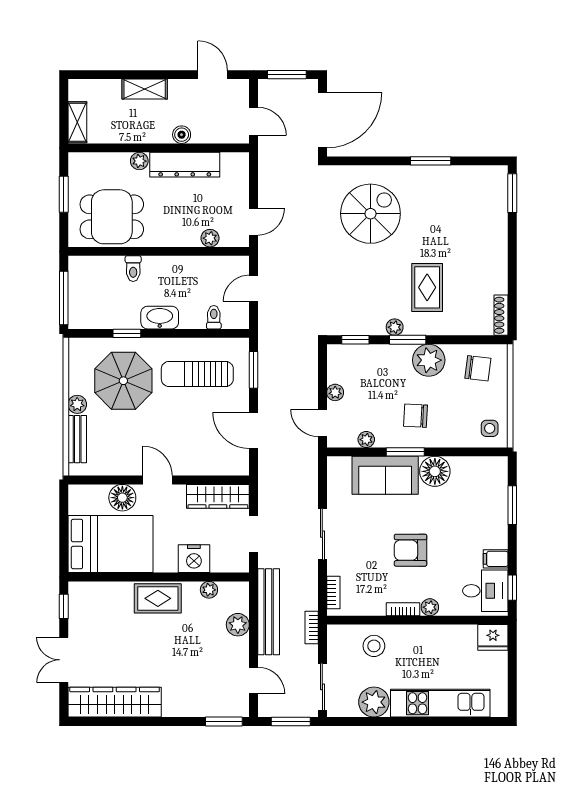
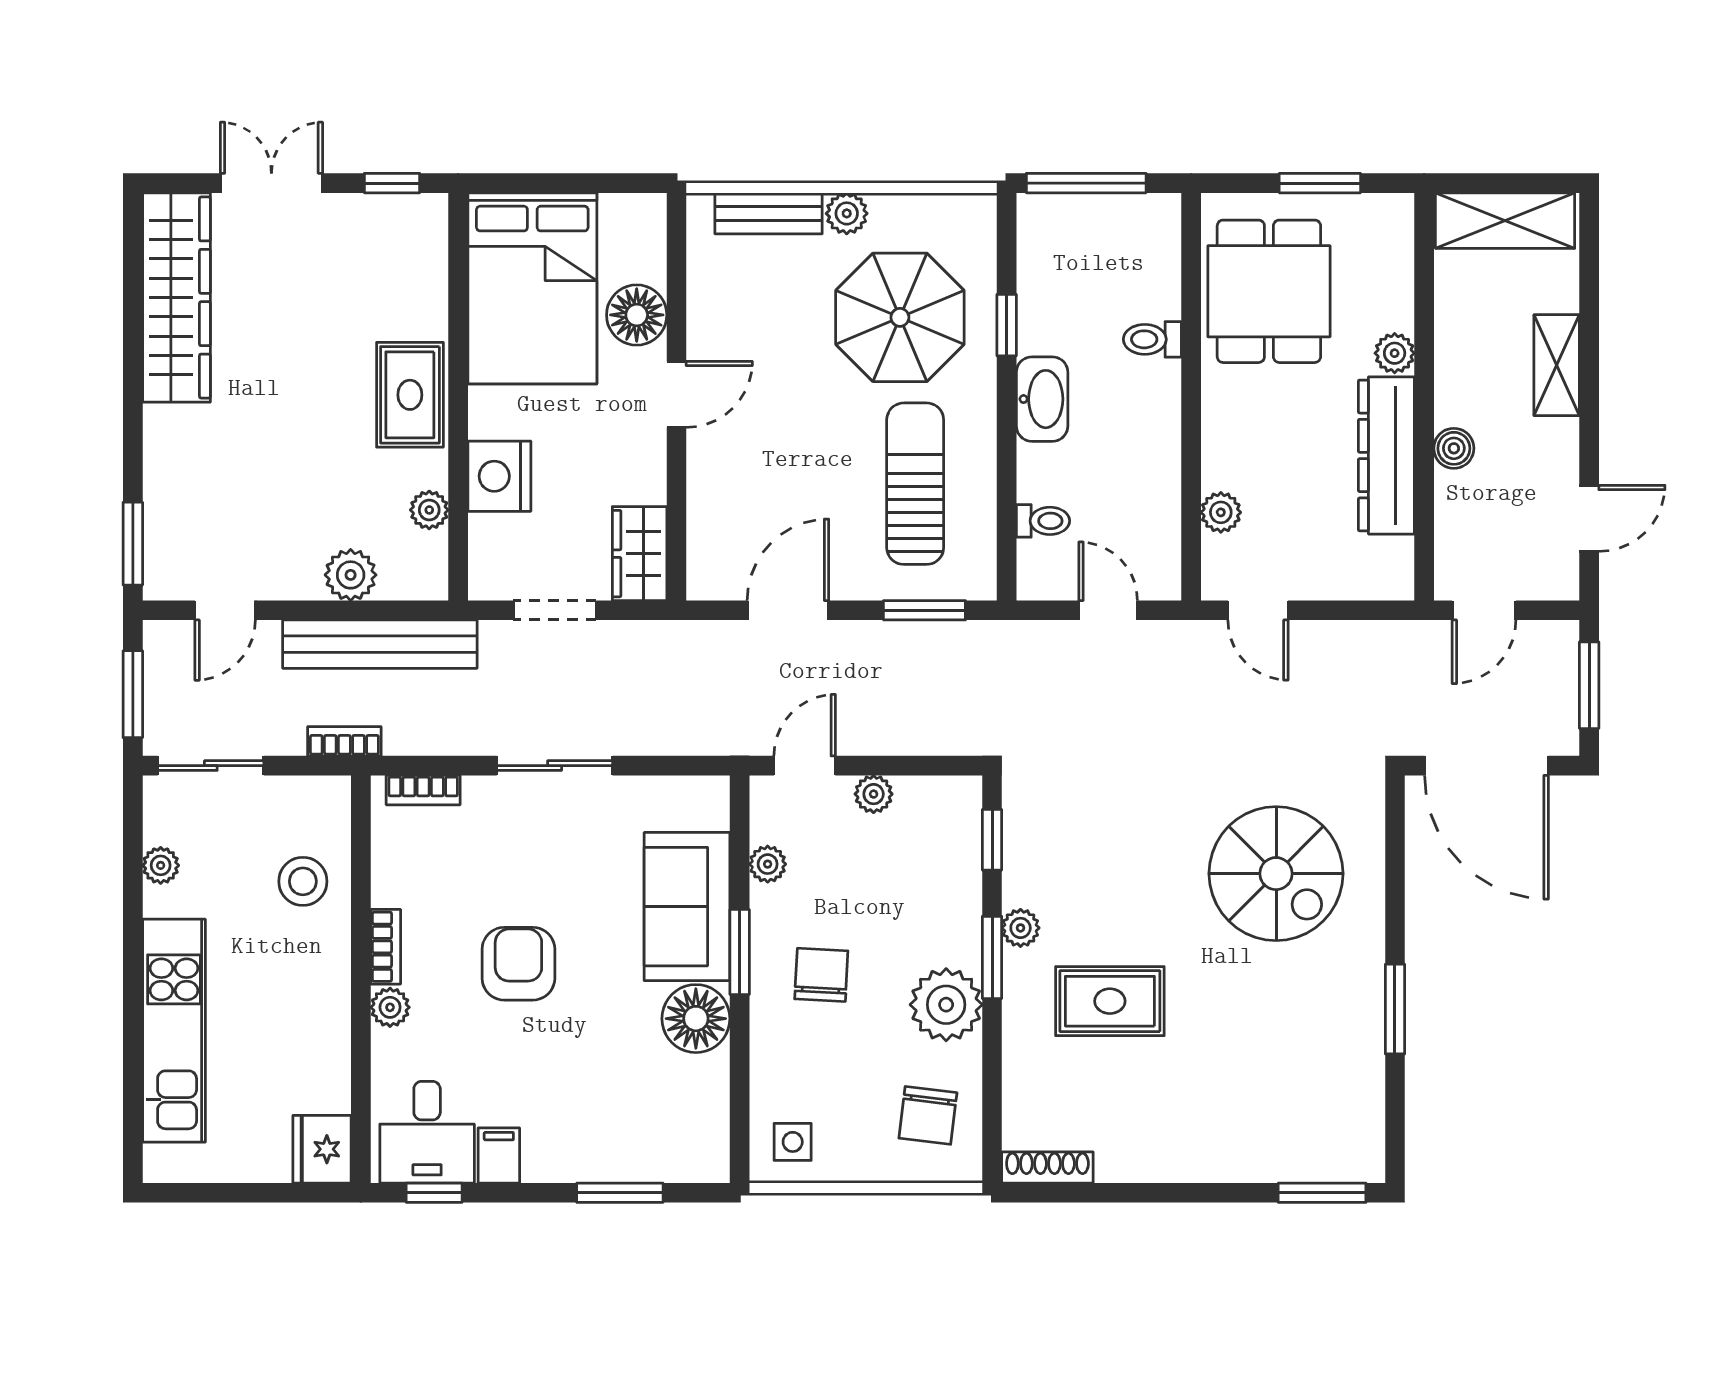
shelving: (77, 122) -> (1505, 221), width x1.50, depth x1.33
wardrobe: (218, 496) -> (640, 554), width x0.67
plant: (374, 702) -> (161, 865), width x0.53, depth x0.53

